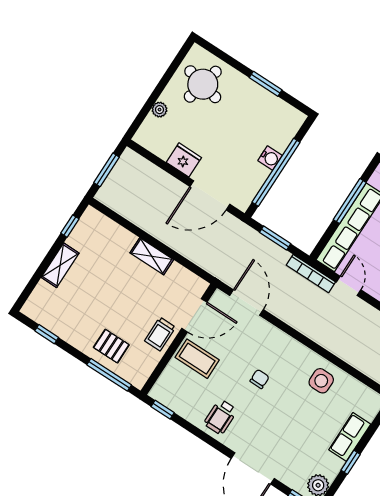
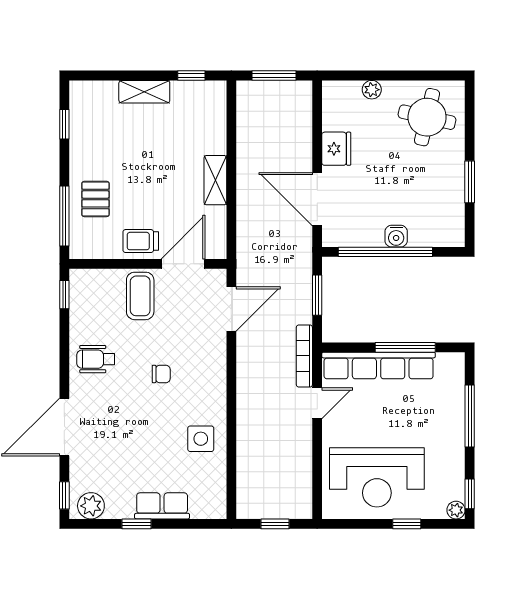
door: (194, 315) -> (183, 264), swing flipped

